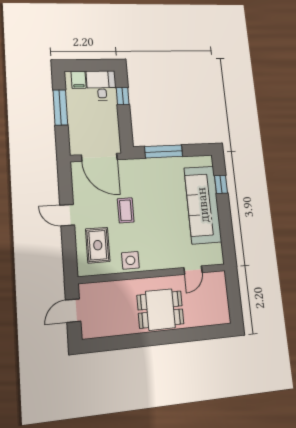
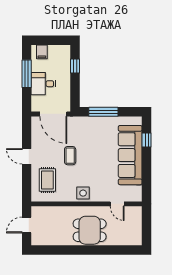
desk: (102, 85) -> (43, 84), moved, turned -90
side table: (130, 260) -> (83, 193), moved
door: (193, 270) -> (117, 204), hinge flipped

